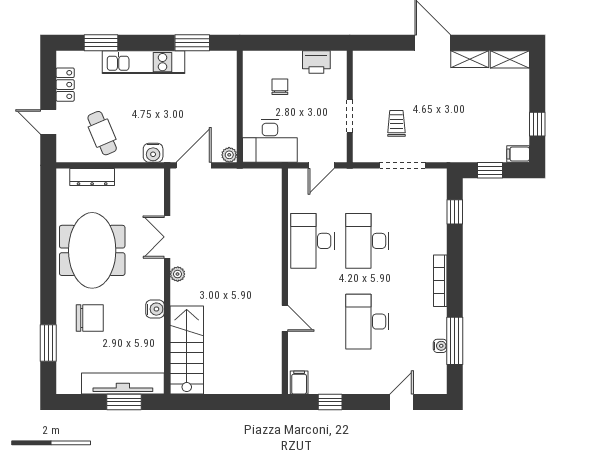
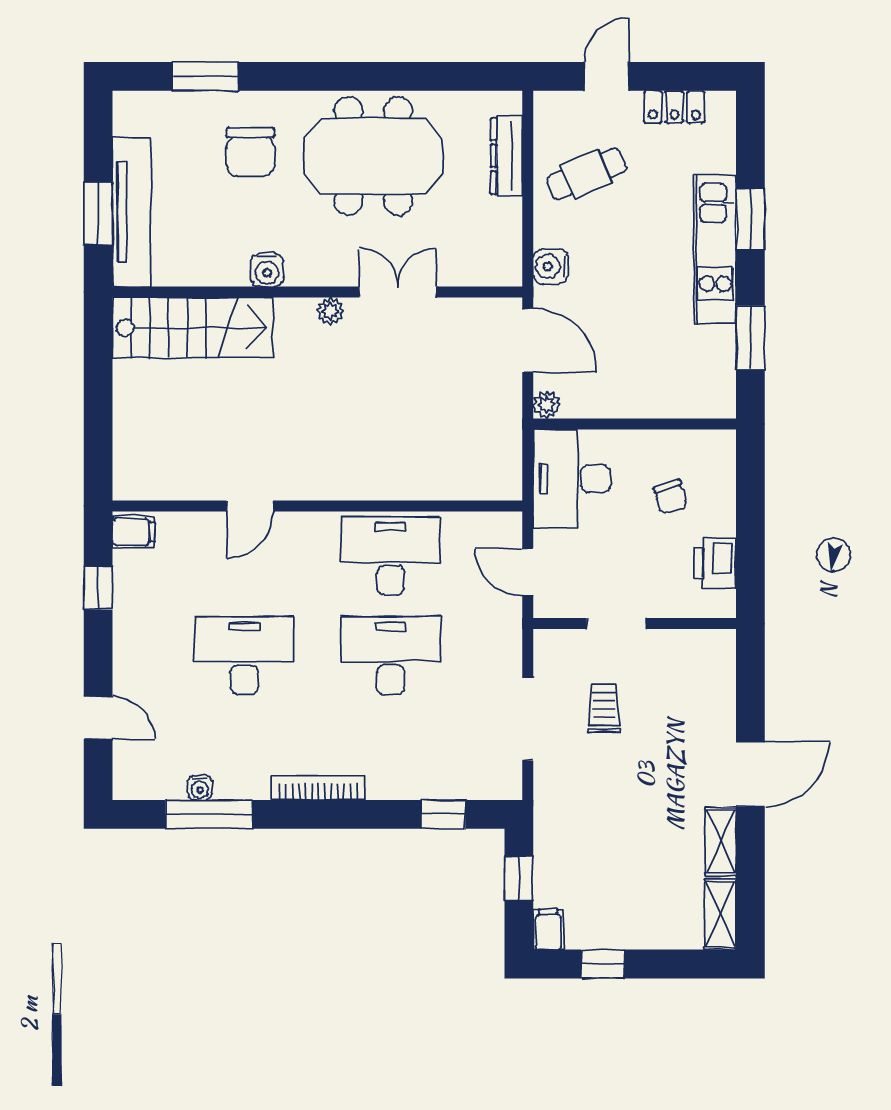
window: (101, 43) -> (750, 219), moved
chair: (280, 87) -> (670, 497), turned 73
trolley: (396, 123) -> (604, 708), turned -90

